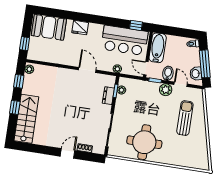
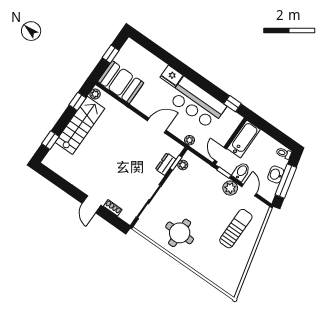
booth: (49, 27) -> (121, 82), moved
bar counter: (125, 40) -> (197, 103), moved
window: (25, 44) -> (111, 54), moved
door: (87, 70) -> (157, 126), hinge flipped
washbasin: (196, 74) -> (276, 175), moved
window: (15, 107) -> (50, 140), moved
stairs: (26, 119) -> (80, 125), moved
round table: (144, 142) -> (180, 233), width x0.73, depth x0.73
door: (68, 153) -> (92, 204), swing flipped

